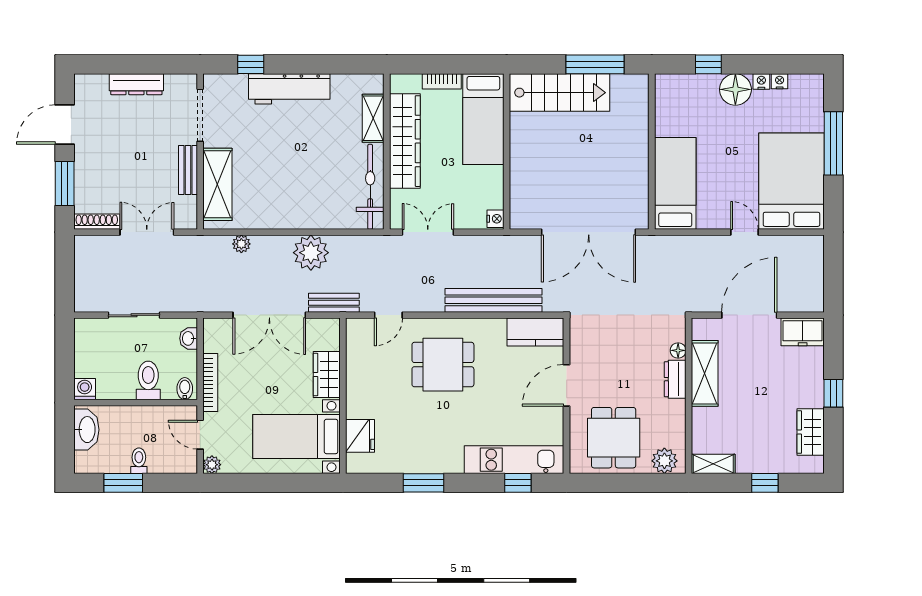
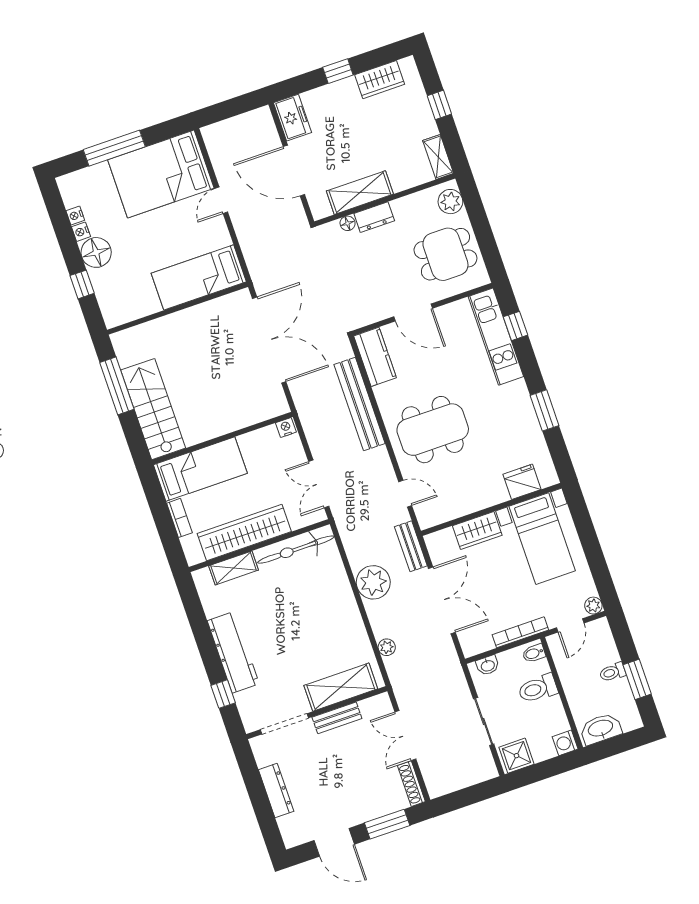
shower: (89, 336) -> (517, 756), added
dining table: (443, 365) -> (433, 430), width x1.37

